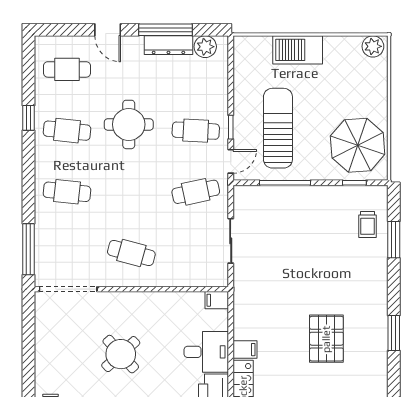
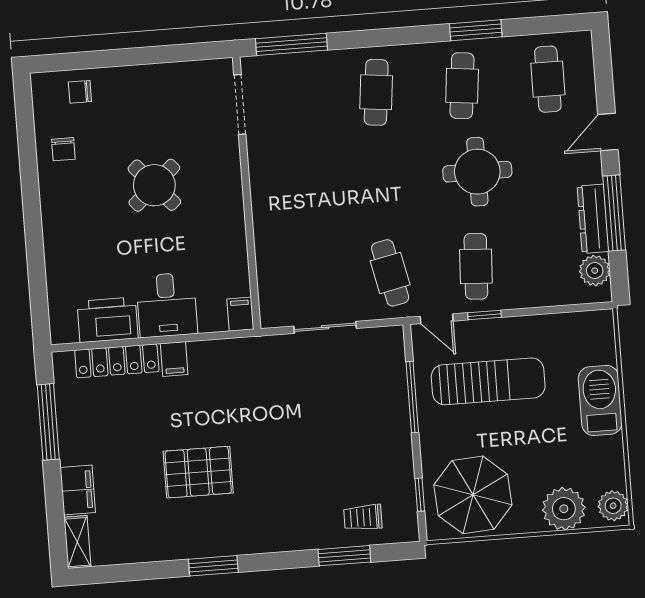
plant: (372, 82) -> (564, 509), added
window: (28, 118) -> (476, 30), width x1.50
cafe table: (131, 253) -> (297, 189), removed
doorway: (68, 289) -> (240, 104), width x0.73

